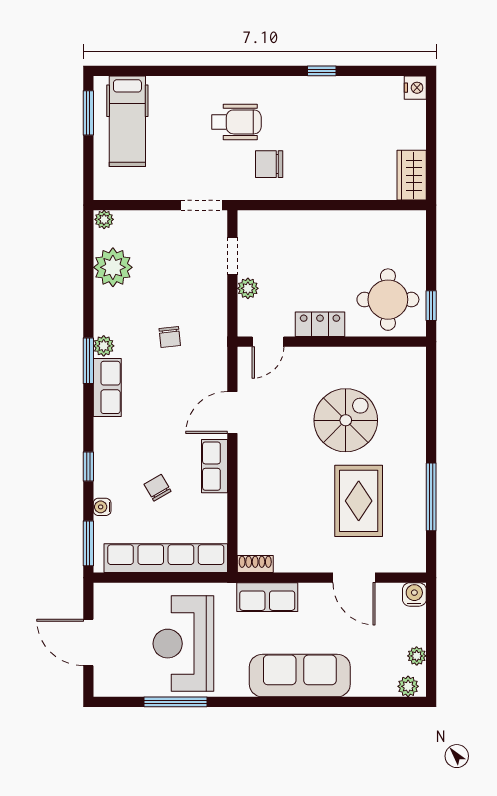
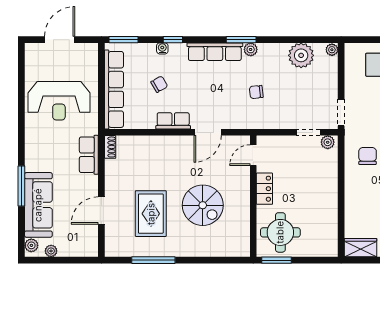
plant: (248, 288) -> (328, 142), moved
window: (431, 306) -> (276, 260), width x1.50
door: (268, 342) -> (253, 155), hinge flipped
row of seats: (107, 387) -> (215, 52), width x1.48
door: (232, 413) -> (208, 132), swing flipped
rug: (359, 501) -> (151, 214), turned 90
water cooler: (102, 507) -> (162, 48), moved
water cooler: (414, 594) -> (91, 249), removed
reception desk: (183, 644) -> (59, 101), turned 180
sofa: (300, 676) -> (38, 205), moved
window: (175, 702) -> (21, 186), moved

